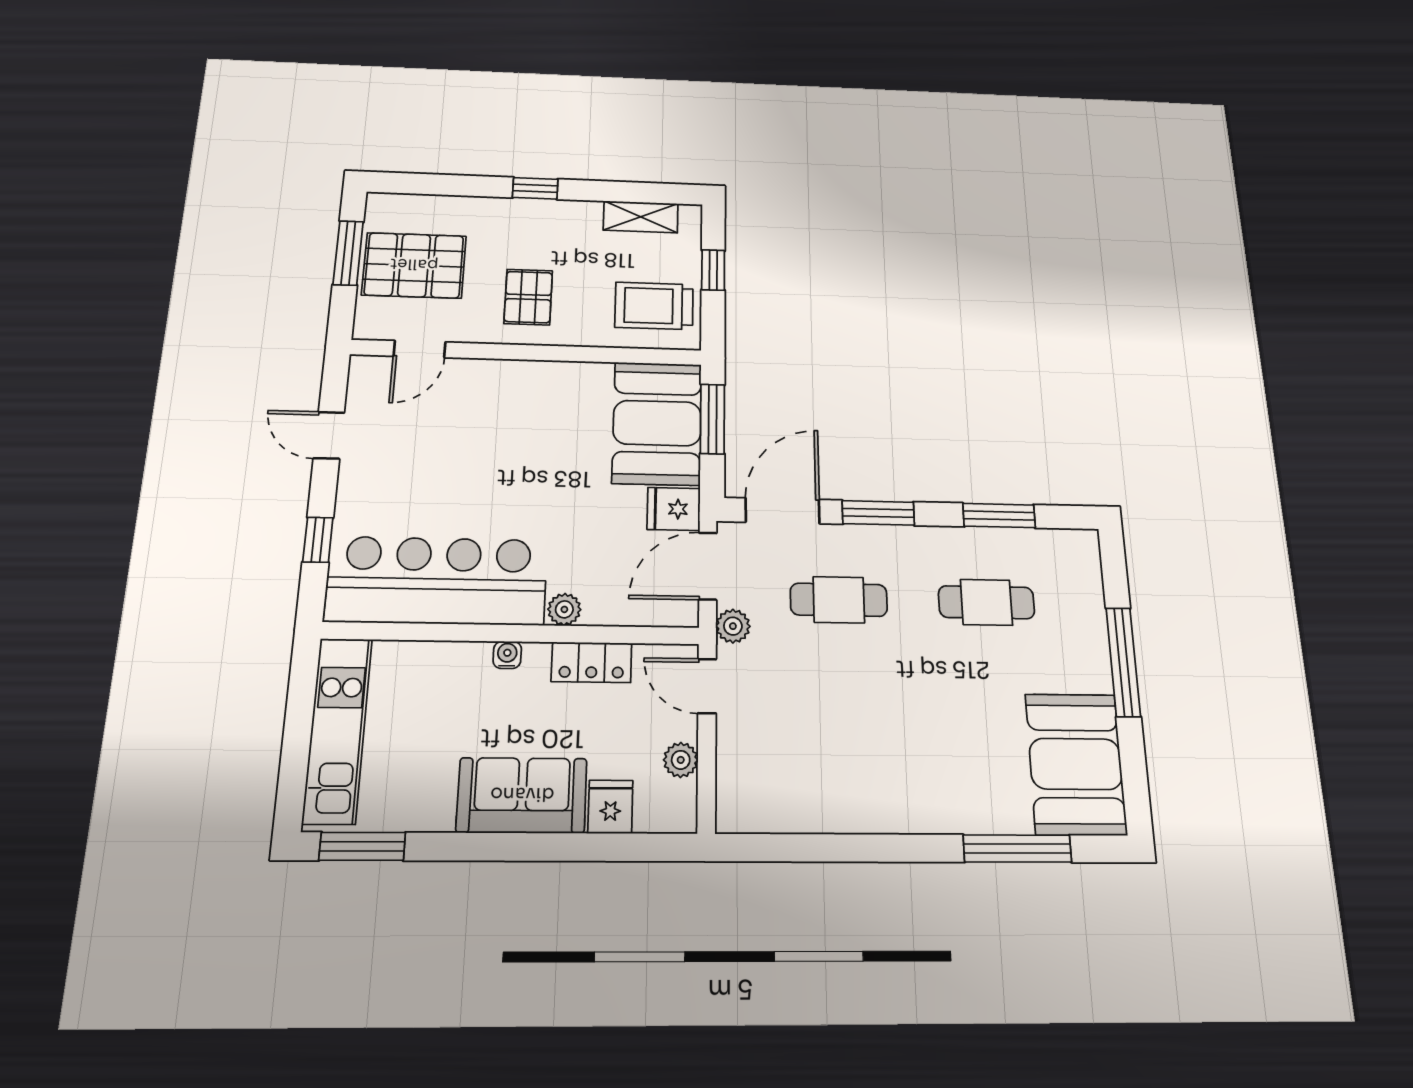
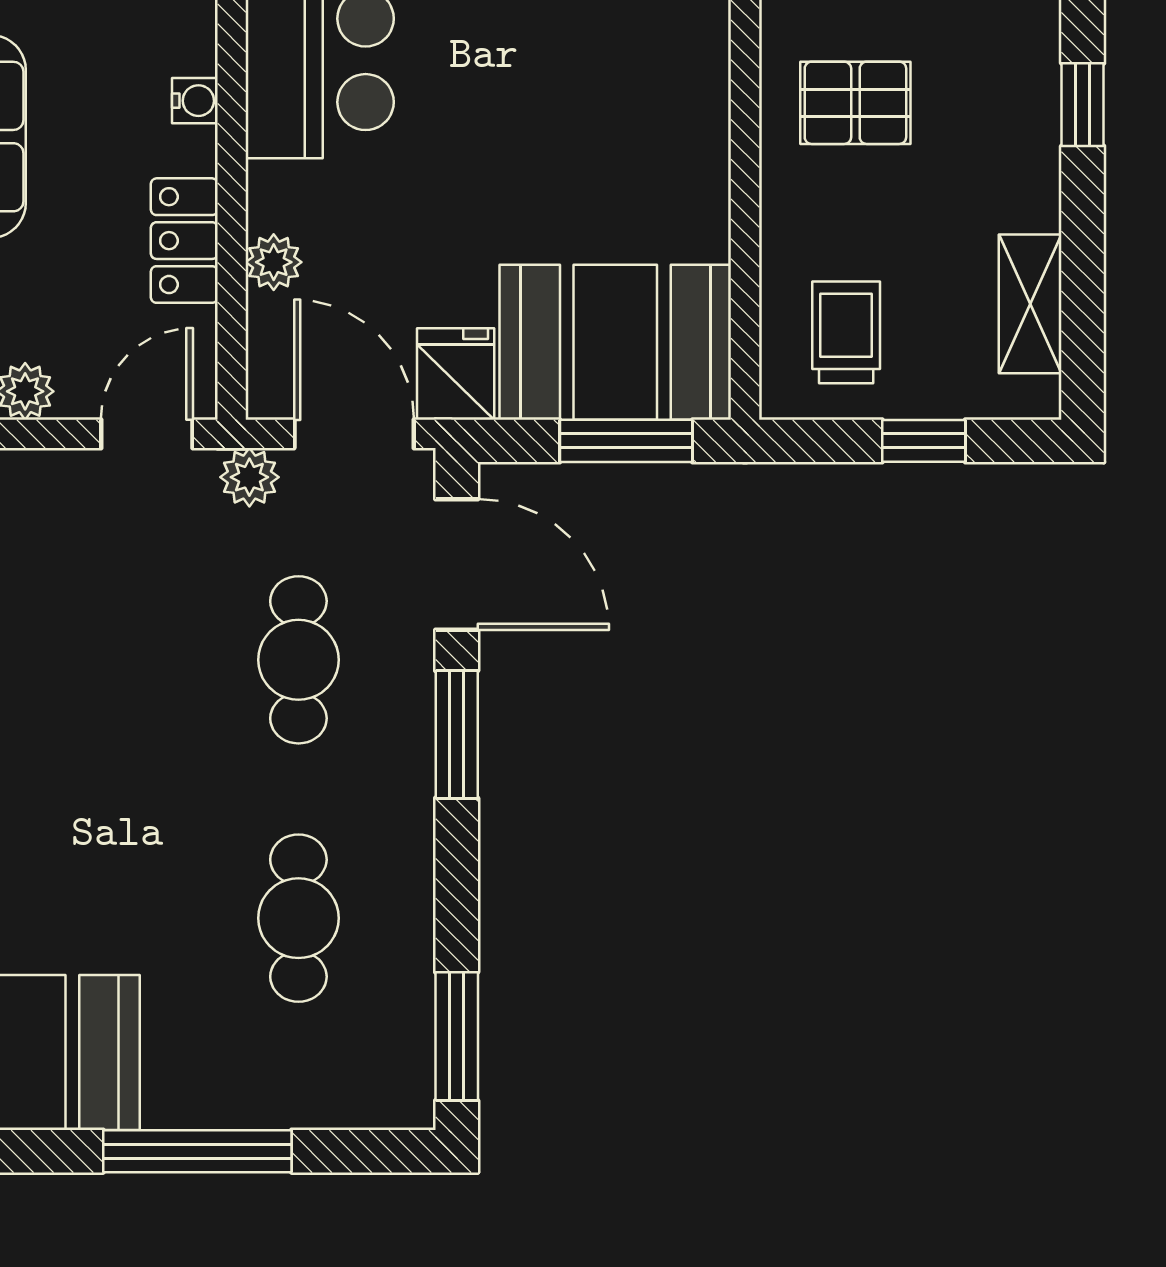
trolley: (654, 306) -> (846, 332), width x0.73, depth x0.72
window: (999, 516) -> (457, 1036), moved
plant: (564, 609) -> (274, 262), moved

